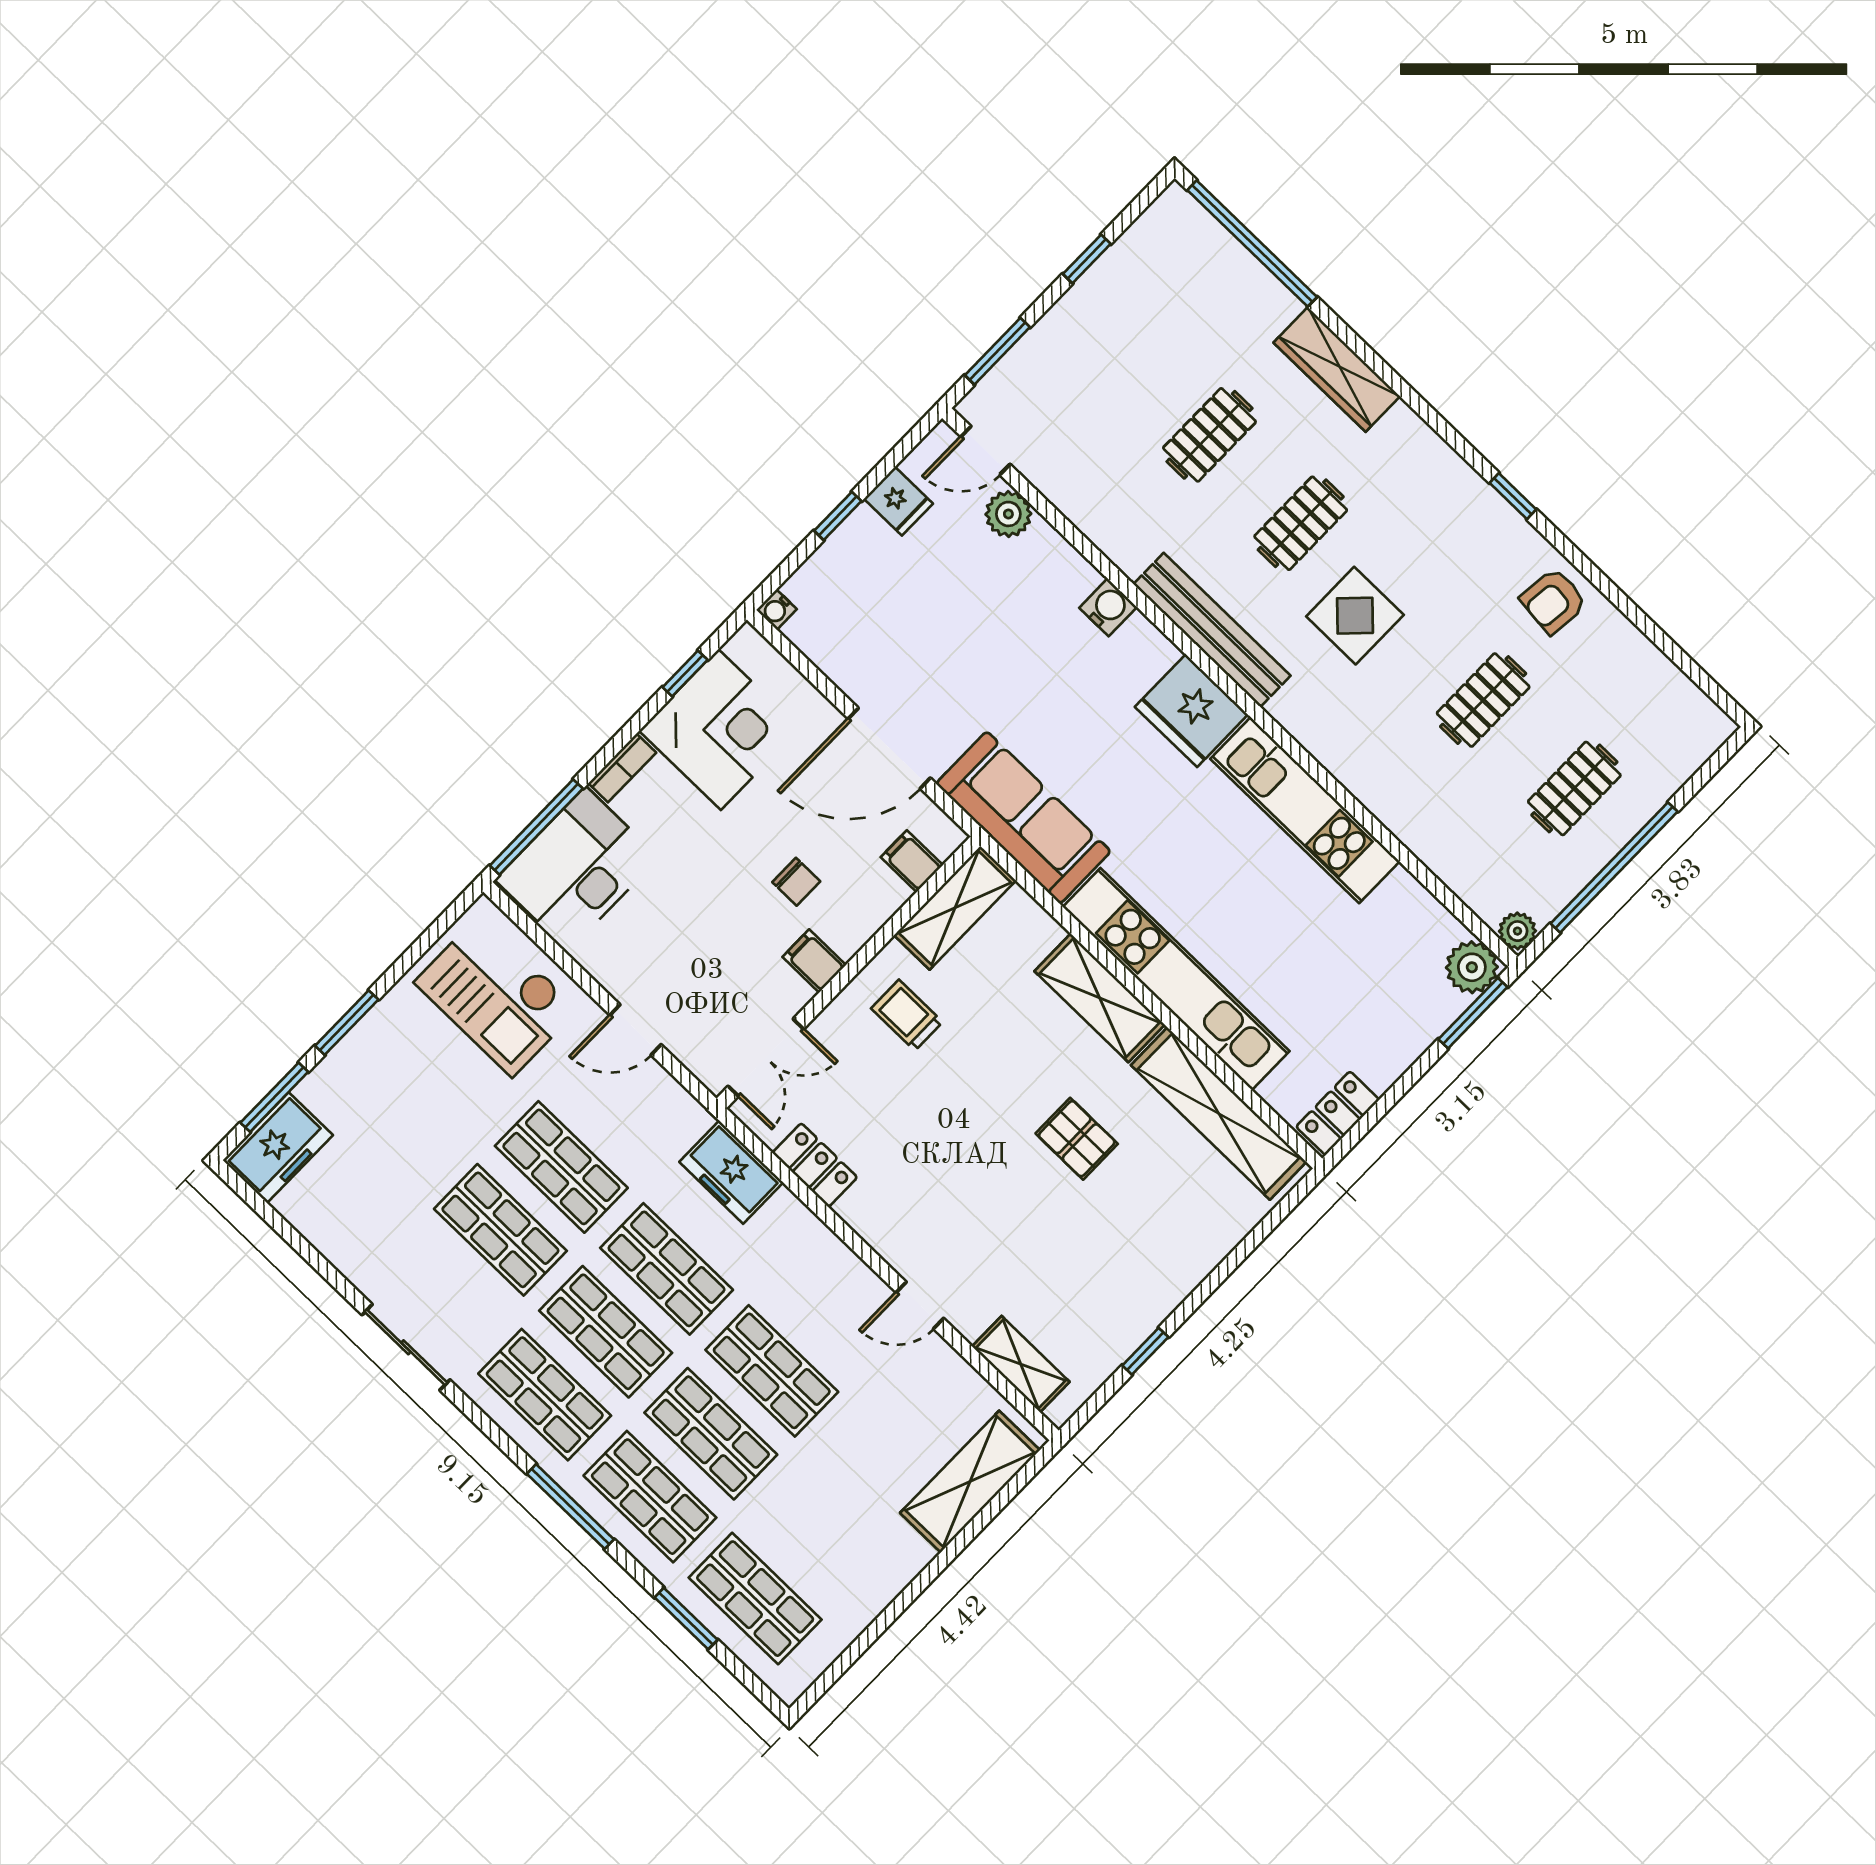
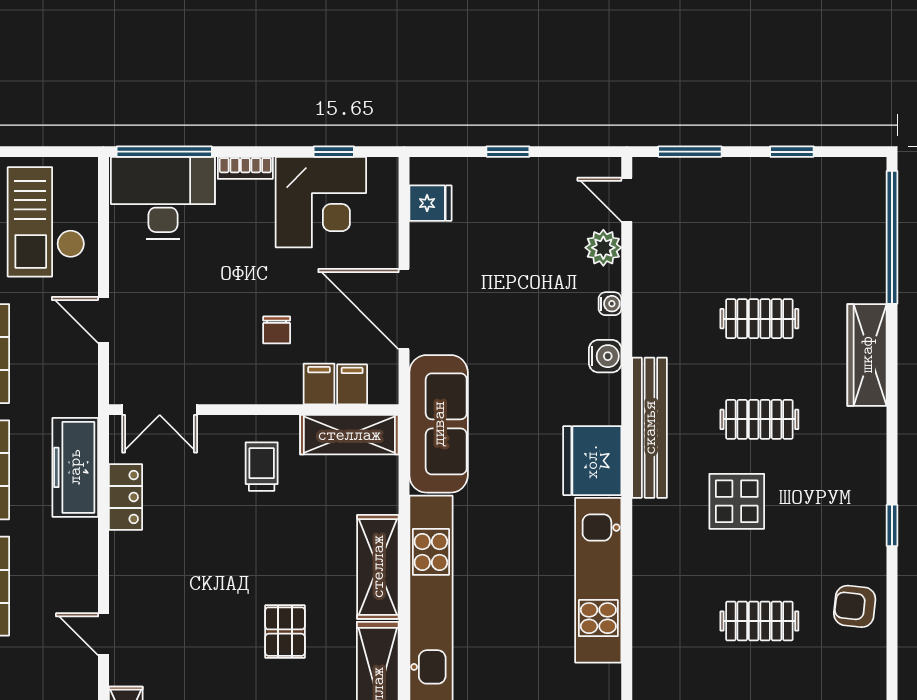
fridge: (898, 501) -> (430, 203), moved, turned -90
water cooler: (777, 609) -> (610, 304), moved, turned 180
filing cabinet: (814, 961) -> (319, 384), moved
freezer: (731, 1172) -> (75, 467), width x1.40

